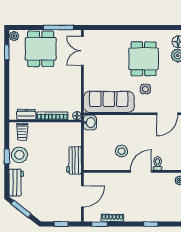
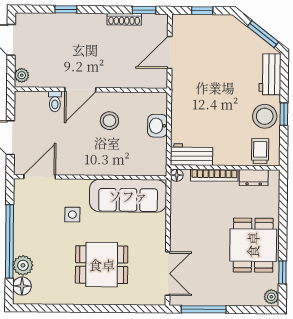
dining table: (41, 49) -> (253, 245), moved
dining table: (144, 59) -> (102, 265), moved, turned 90
washbasin: (90, 123) -> (157, 126), moved
workbench: (74, 160) -> (192, 154), moved, turned -90

